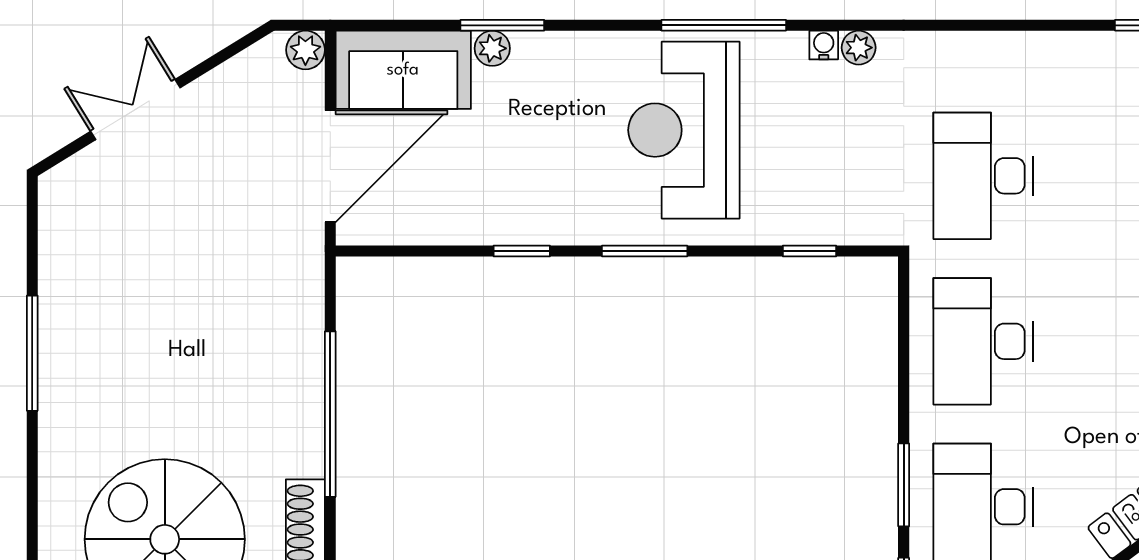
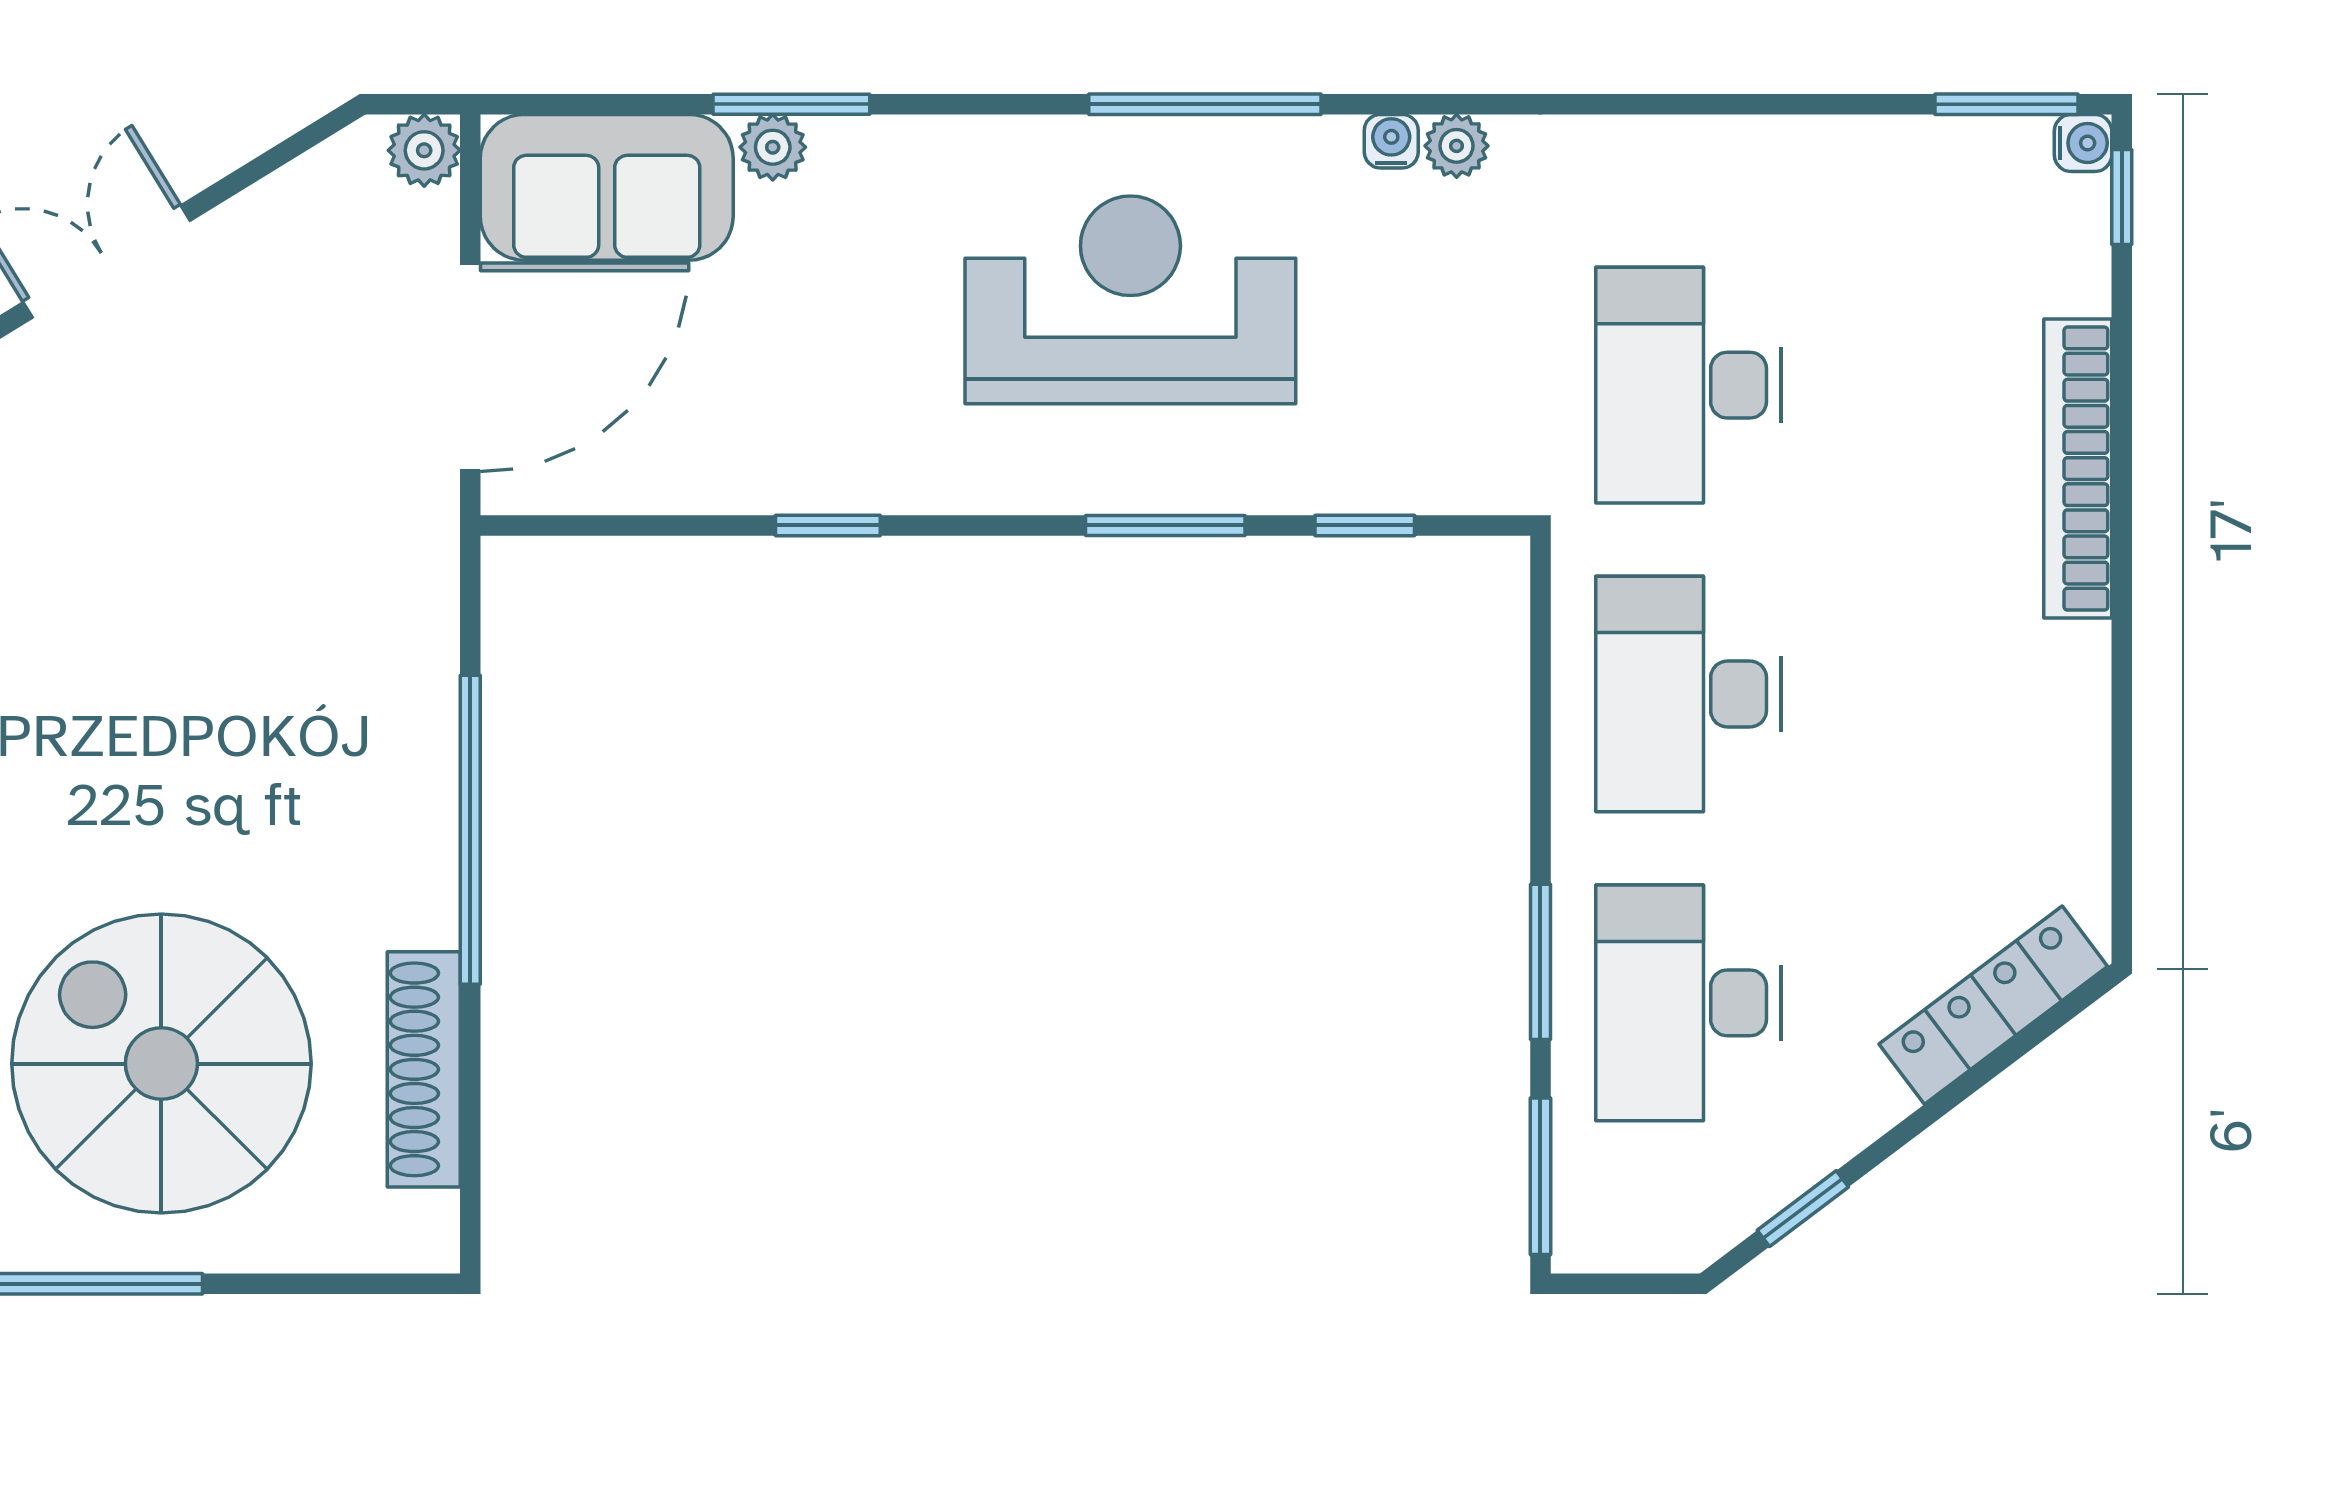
reception desk: (684, 130) -> (1130, 300), turned 90
window: (645, 251) -> (1165, 525), moved

